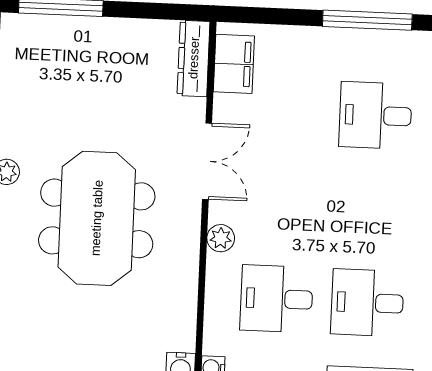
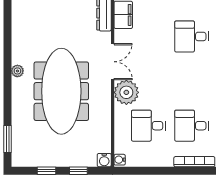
meeting table: (97, 218) -> (61, 91), width x1.36
plant: (221, 238) -> (126, 92), width x1.88, depth x1.88

